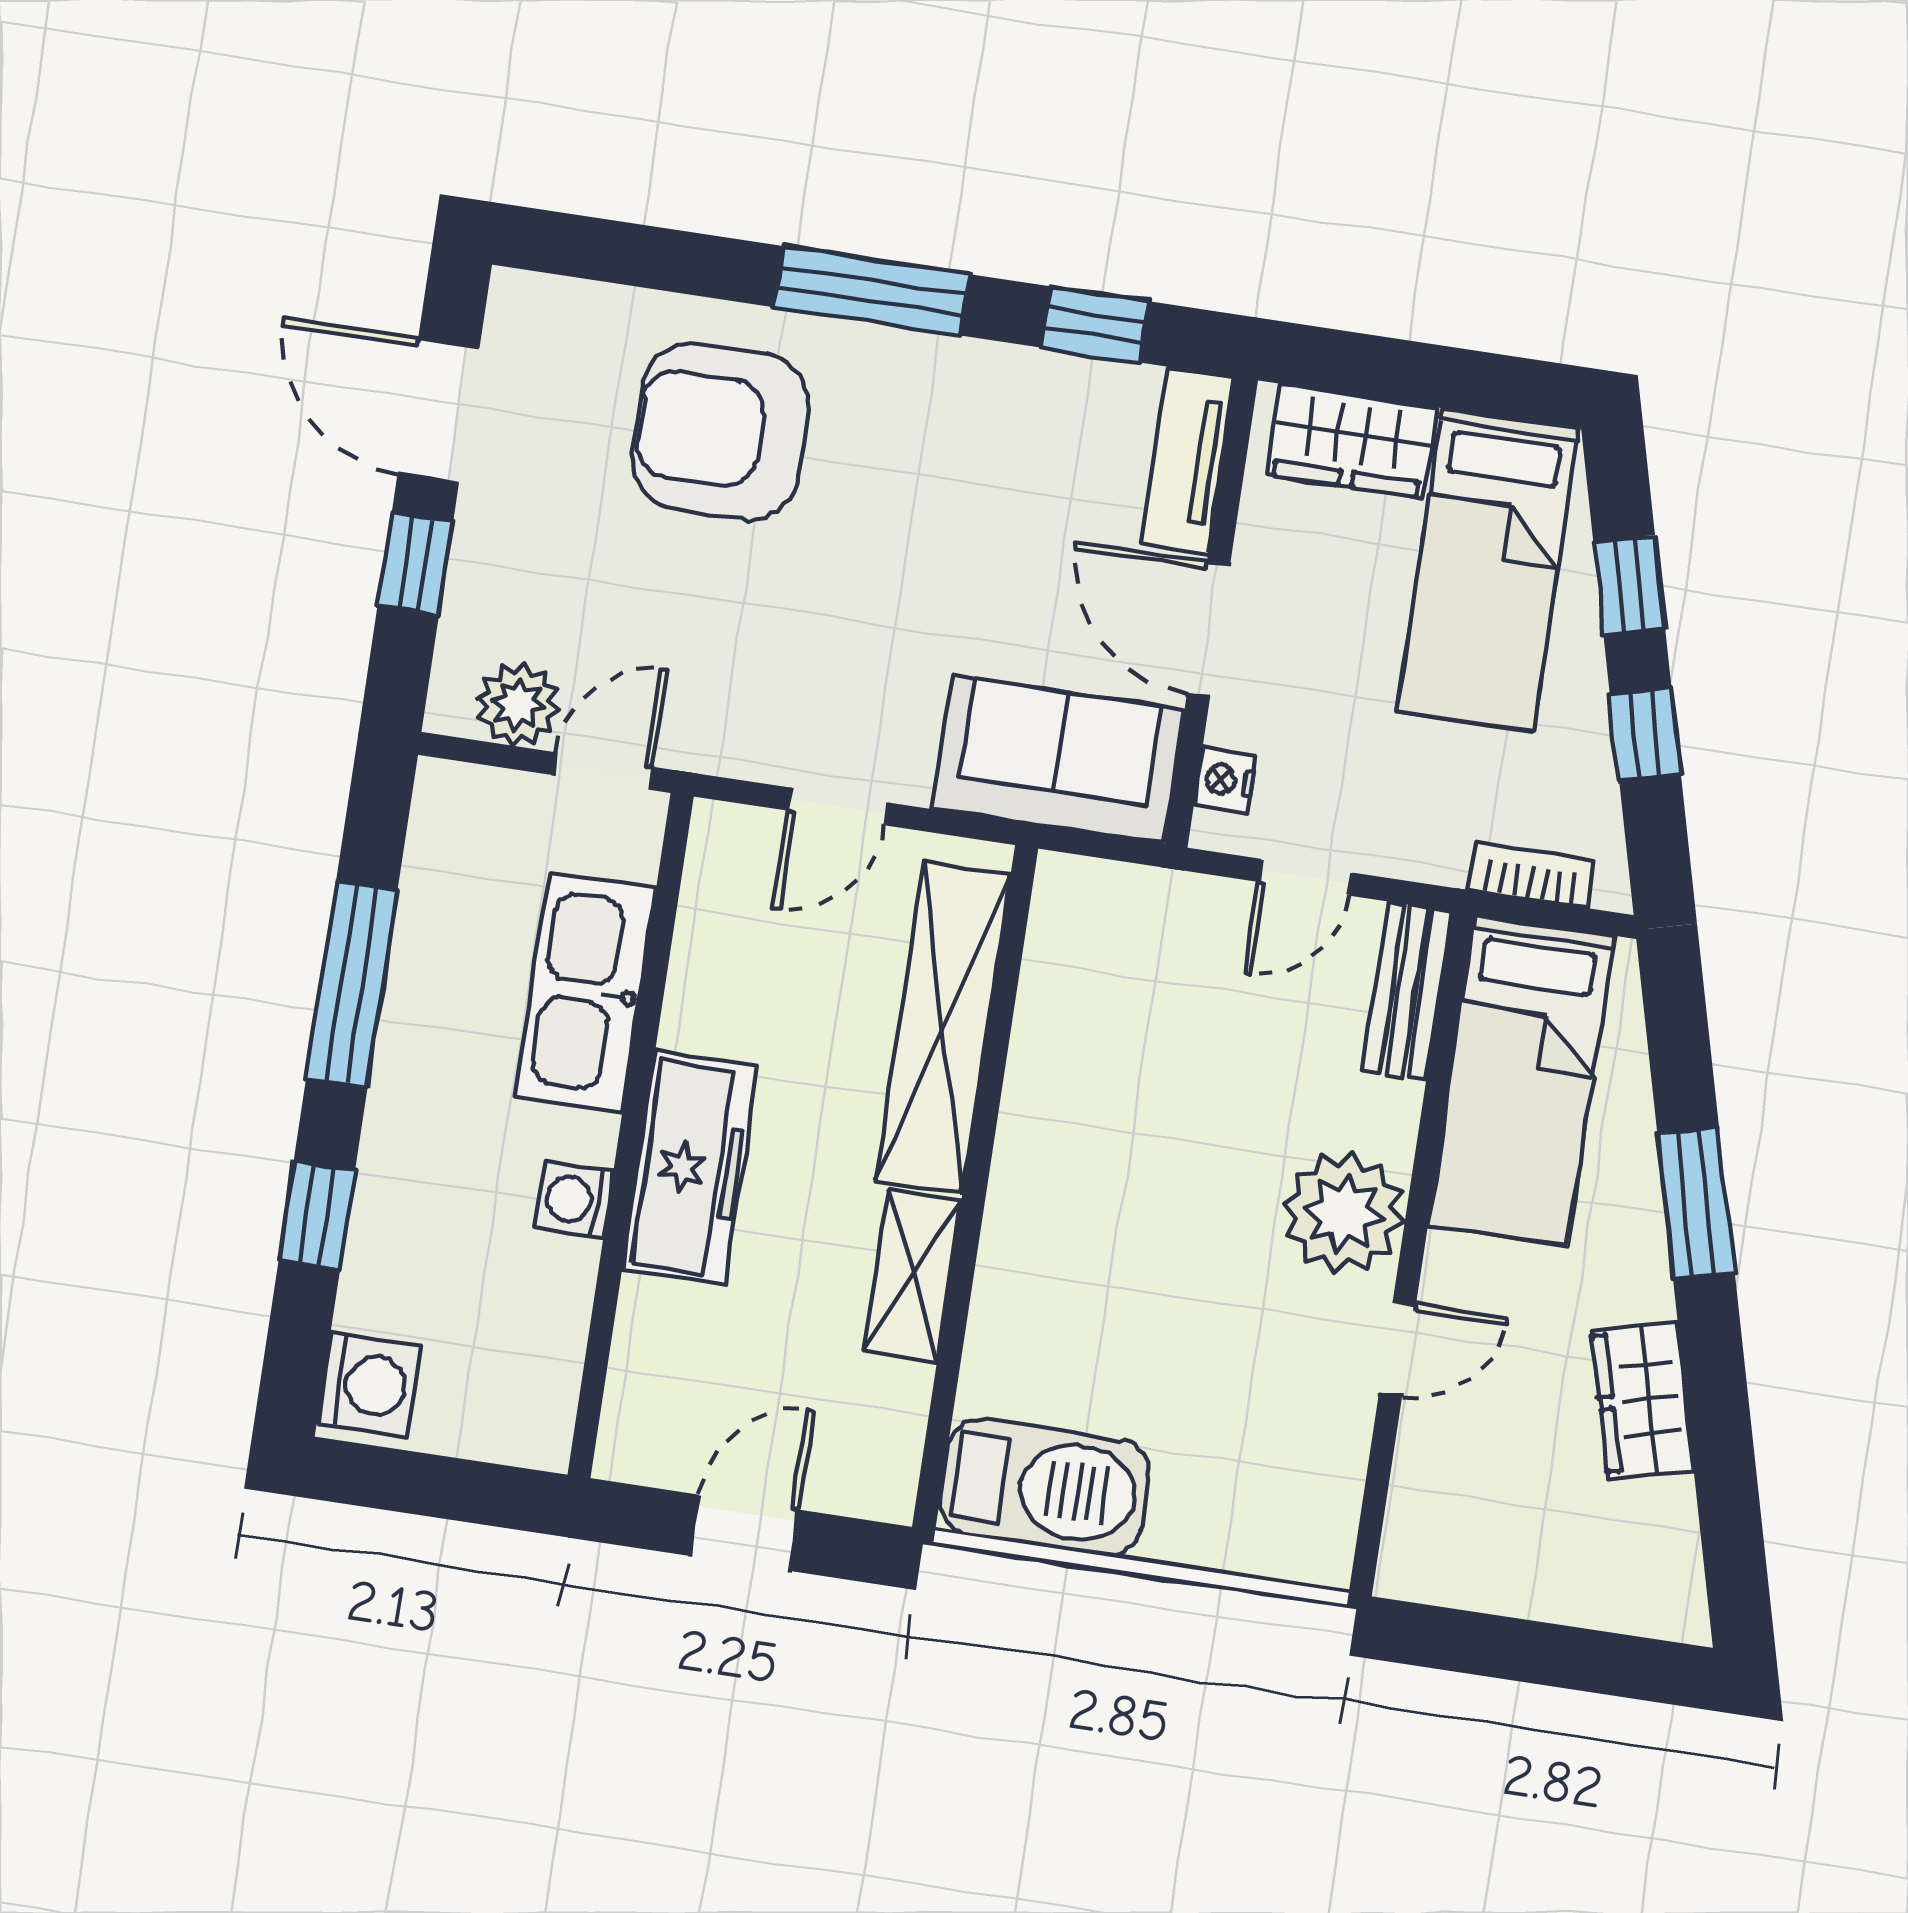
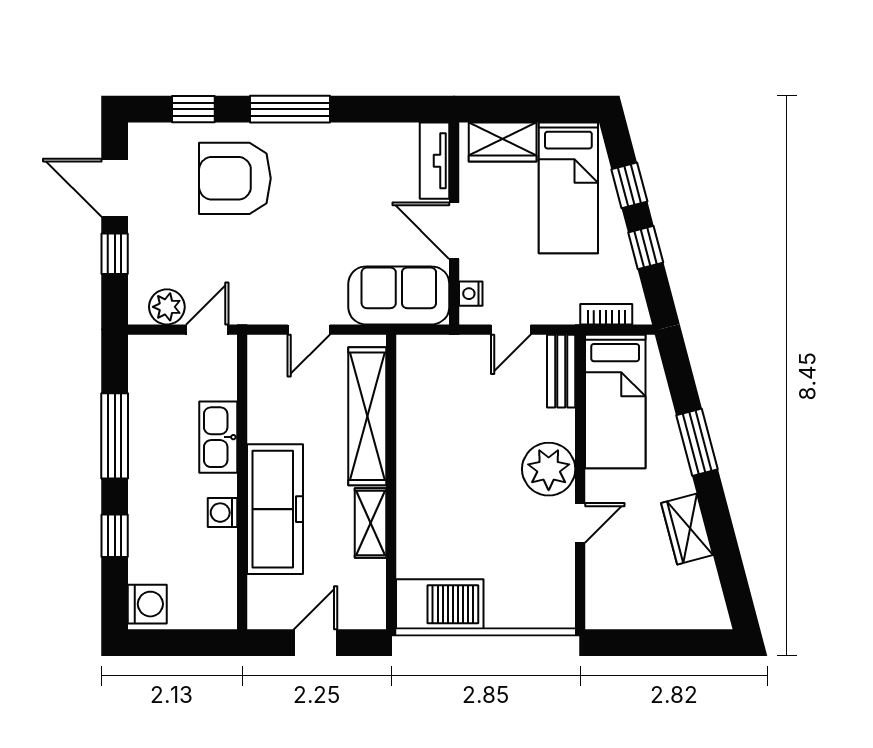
window: (1095, 324) -> (193, 109), moved
kitchen sink: (585, 992) -> (218, 437), width x0.73, depth x0.81
freezer: (690, 1168) -> (275, 509), width x1.36, depth x1.26

